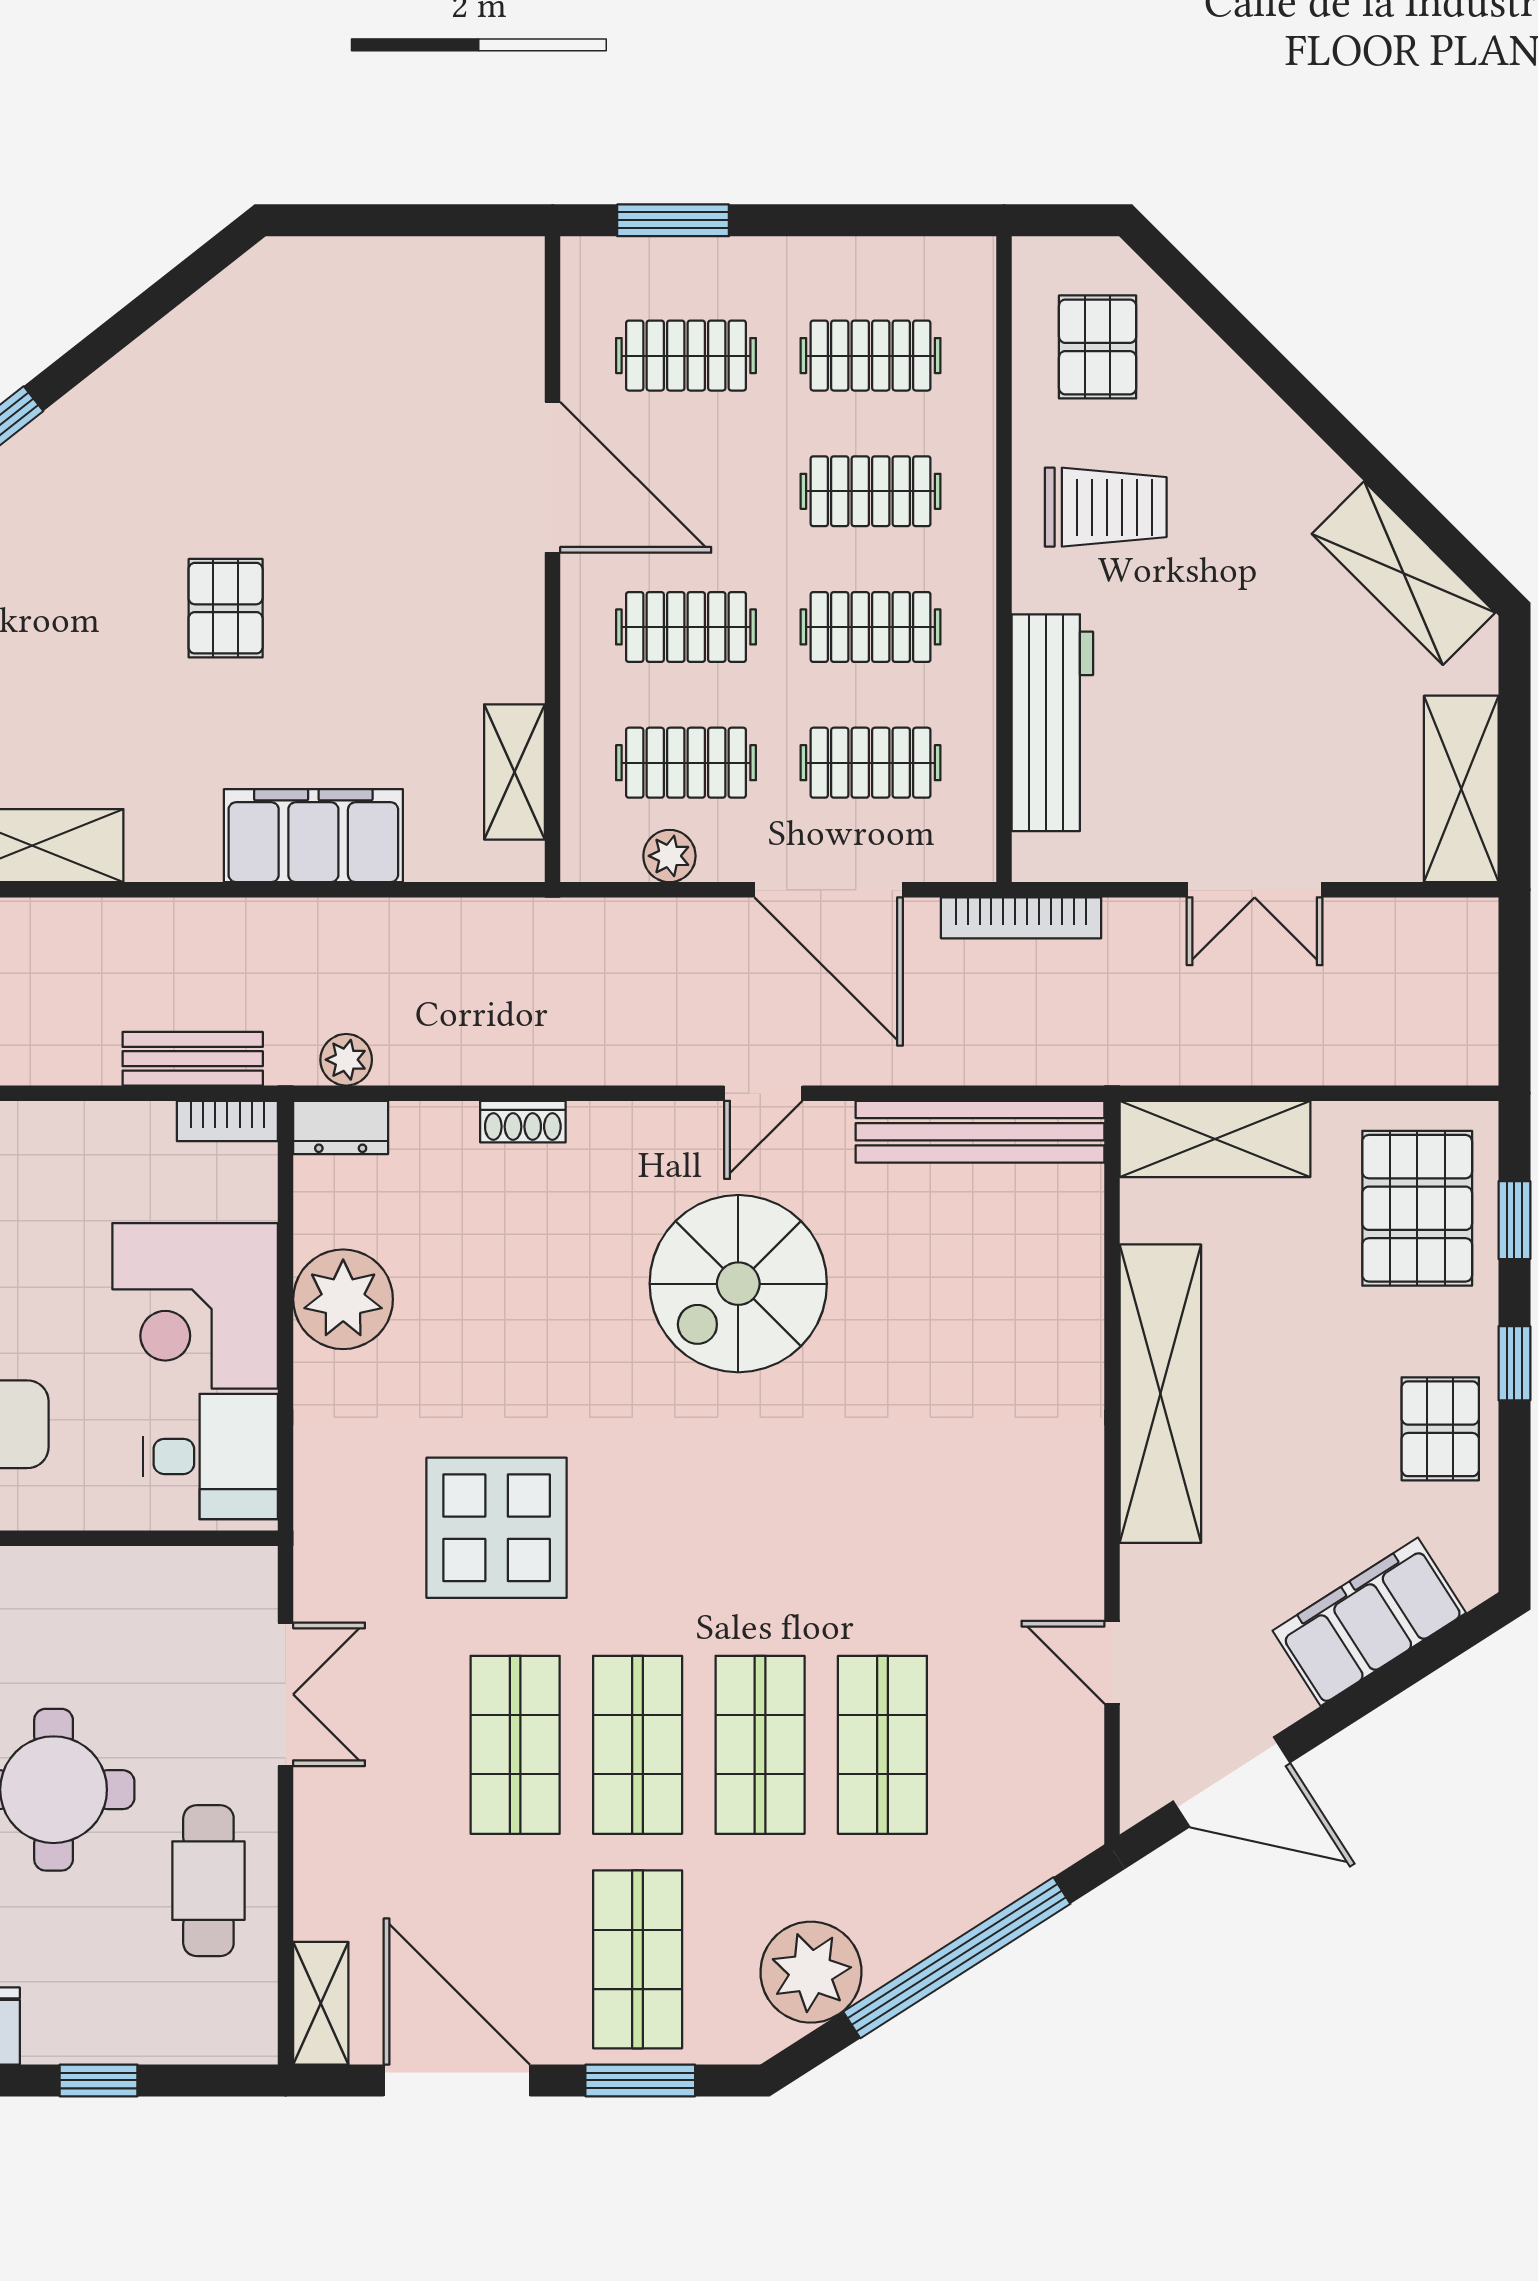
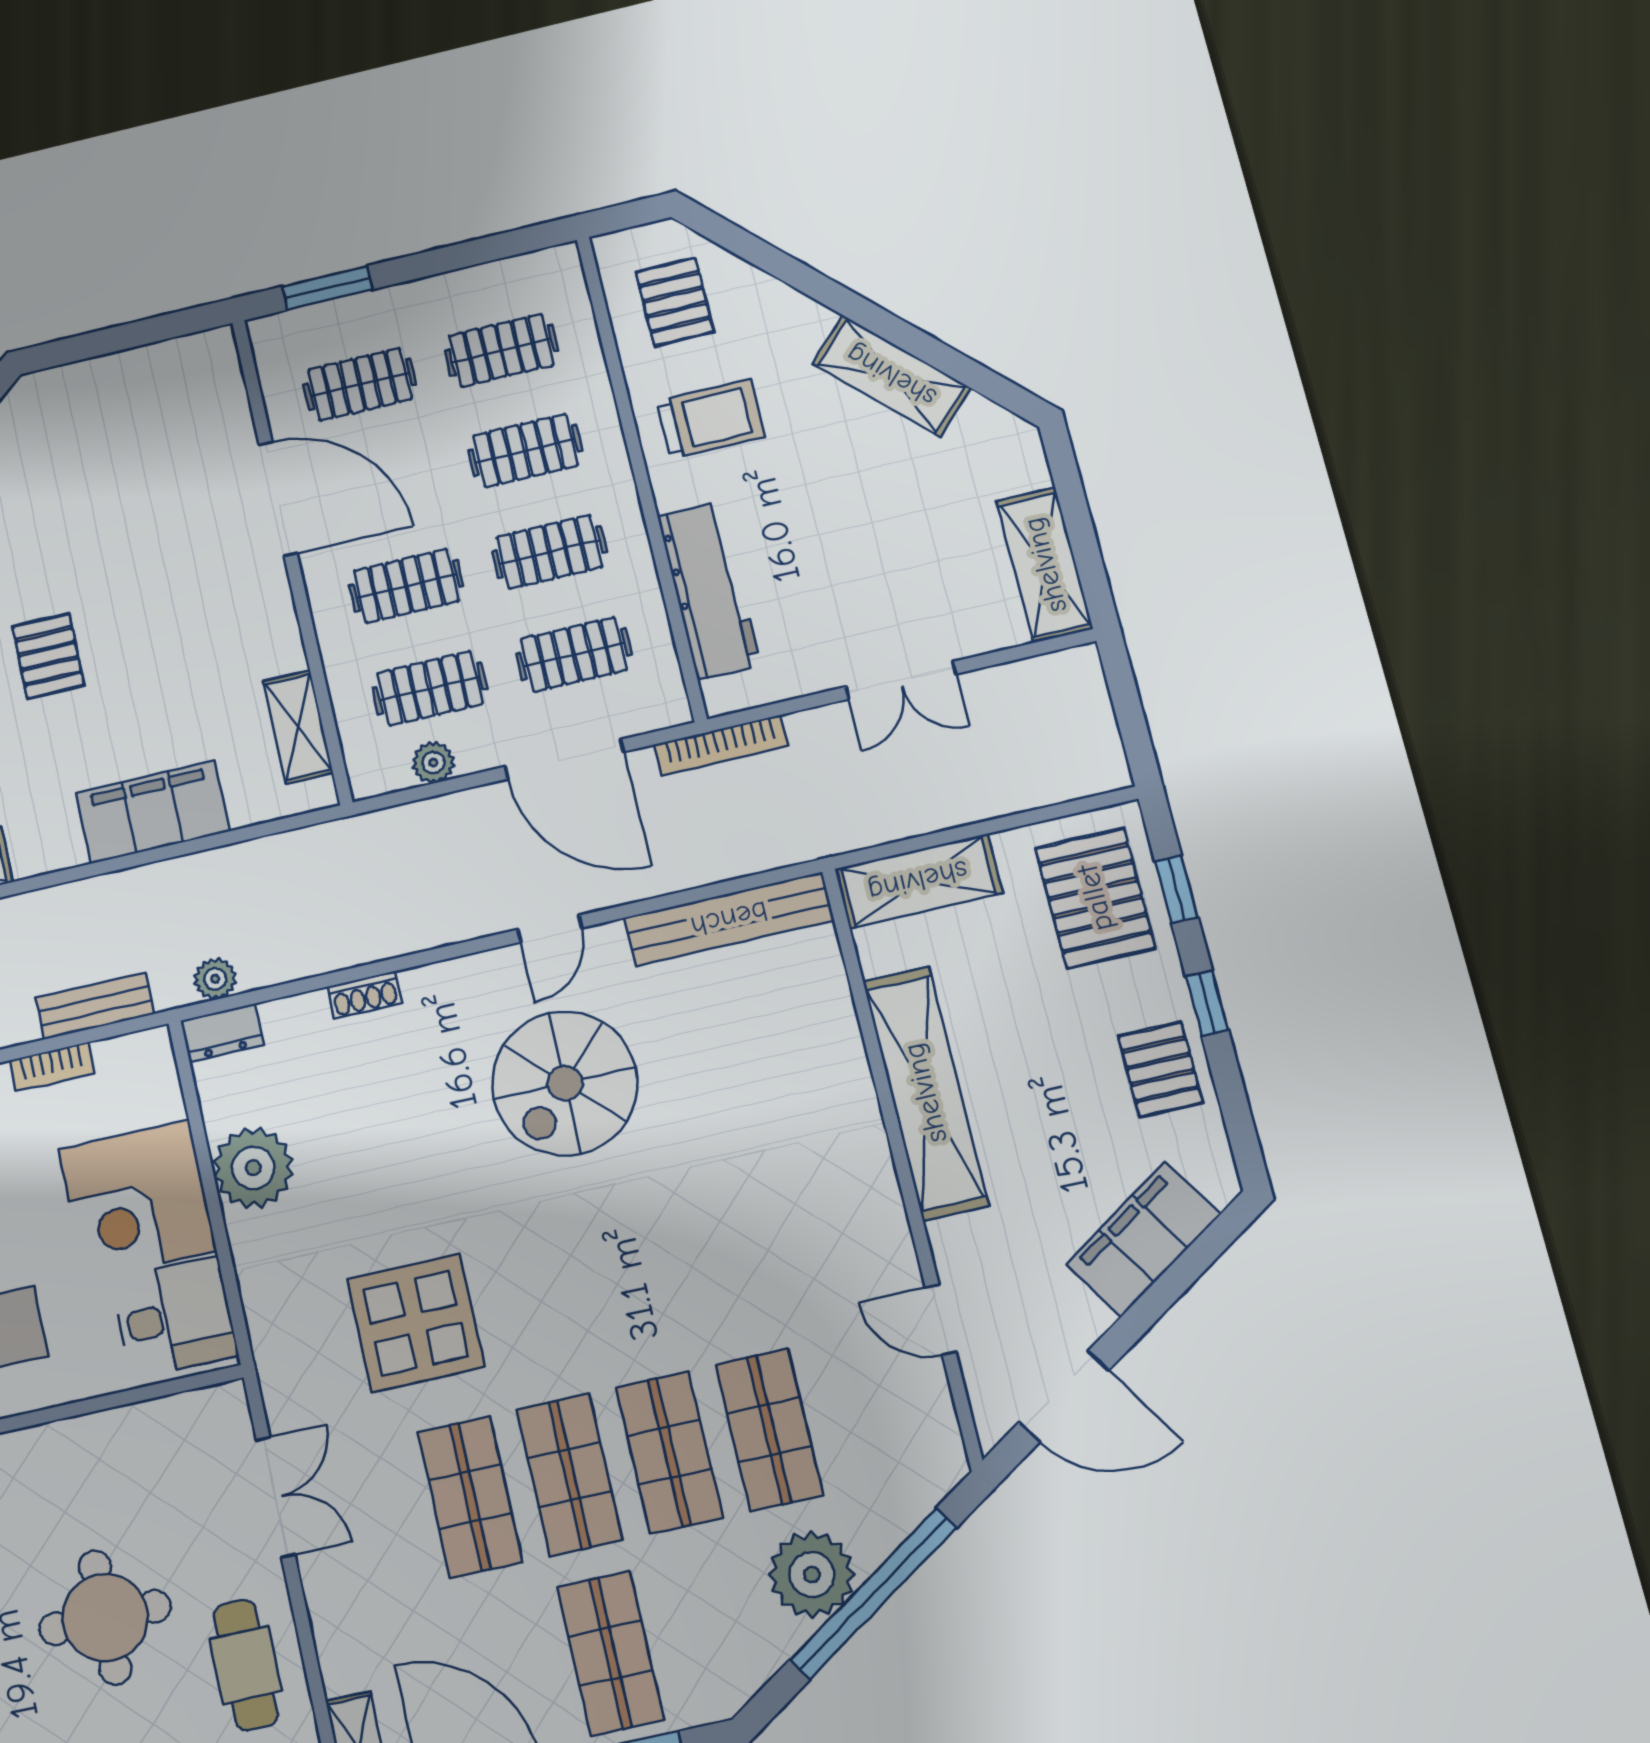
shelving: (1404, 573) -> (891, 376), moved
bookcase: (227, 1121) -> (52, 1067), moved
plant: (811, 1972) -> (812, 1574), moved

